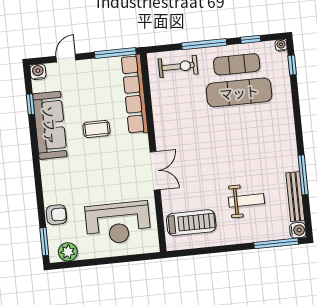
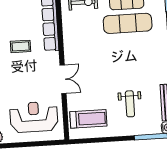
weight bench: (246, 200) -> (130, 104), turned 90
reception desk: (118, 223) -> (34, 117), turned 180

